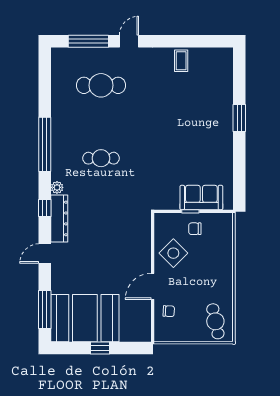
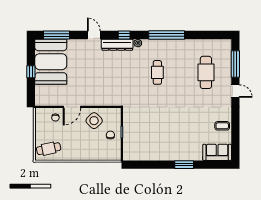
sofa: (201, 198) -> (217, 152), moved, turned -90
door: (153, 286) -> (72, 107), swing flipped

